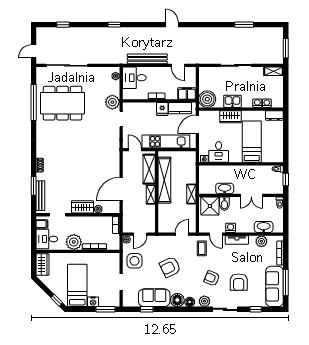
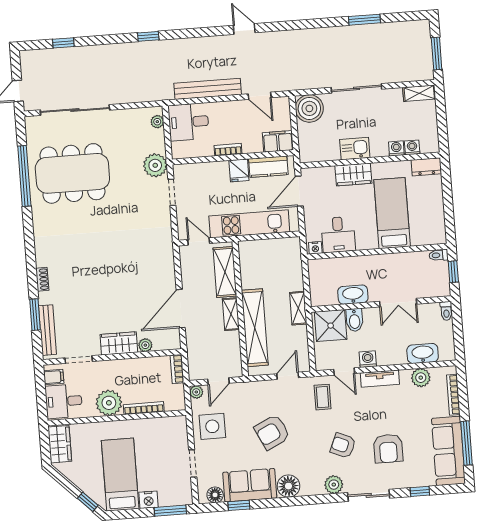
boiler: (207, 99) -> (309, 108), moved
shelving: (164, 180) -> (255, 328), moved
floor lamp: (190, 302) -> (215, 495), moved

